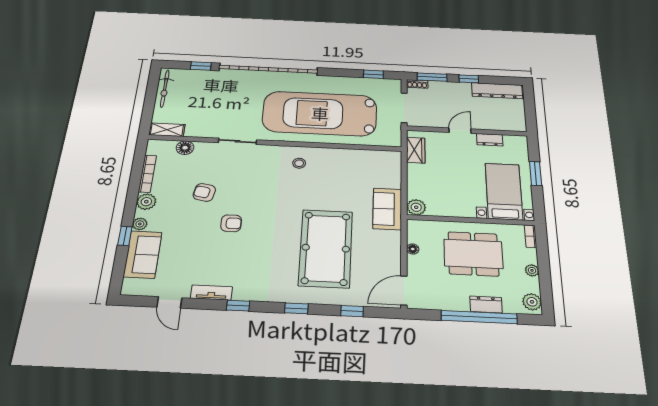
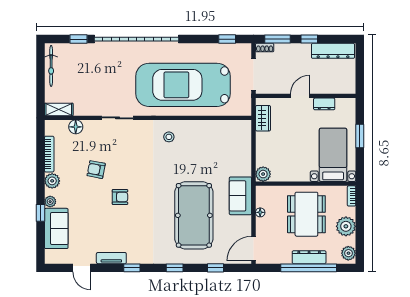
sofa: (387, 209) -> (240, 196), moved
dining table: (473, 254) -> (306, 214), turned 90
plant: (532, 270) -> (346, 226), width x1.88, depth x1.88
dresser: (486, 304) -> (309, 257), width x1.44

